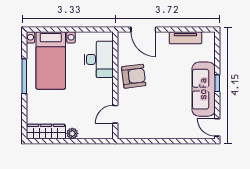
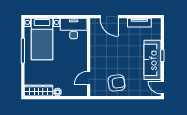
desk: (99, 59) -> (74, 29), moved, turned -90
armchair: (134, 76) -> (116, 83), moved

